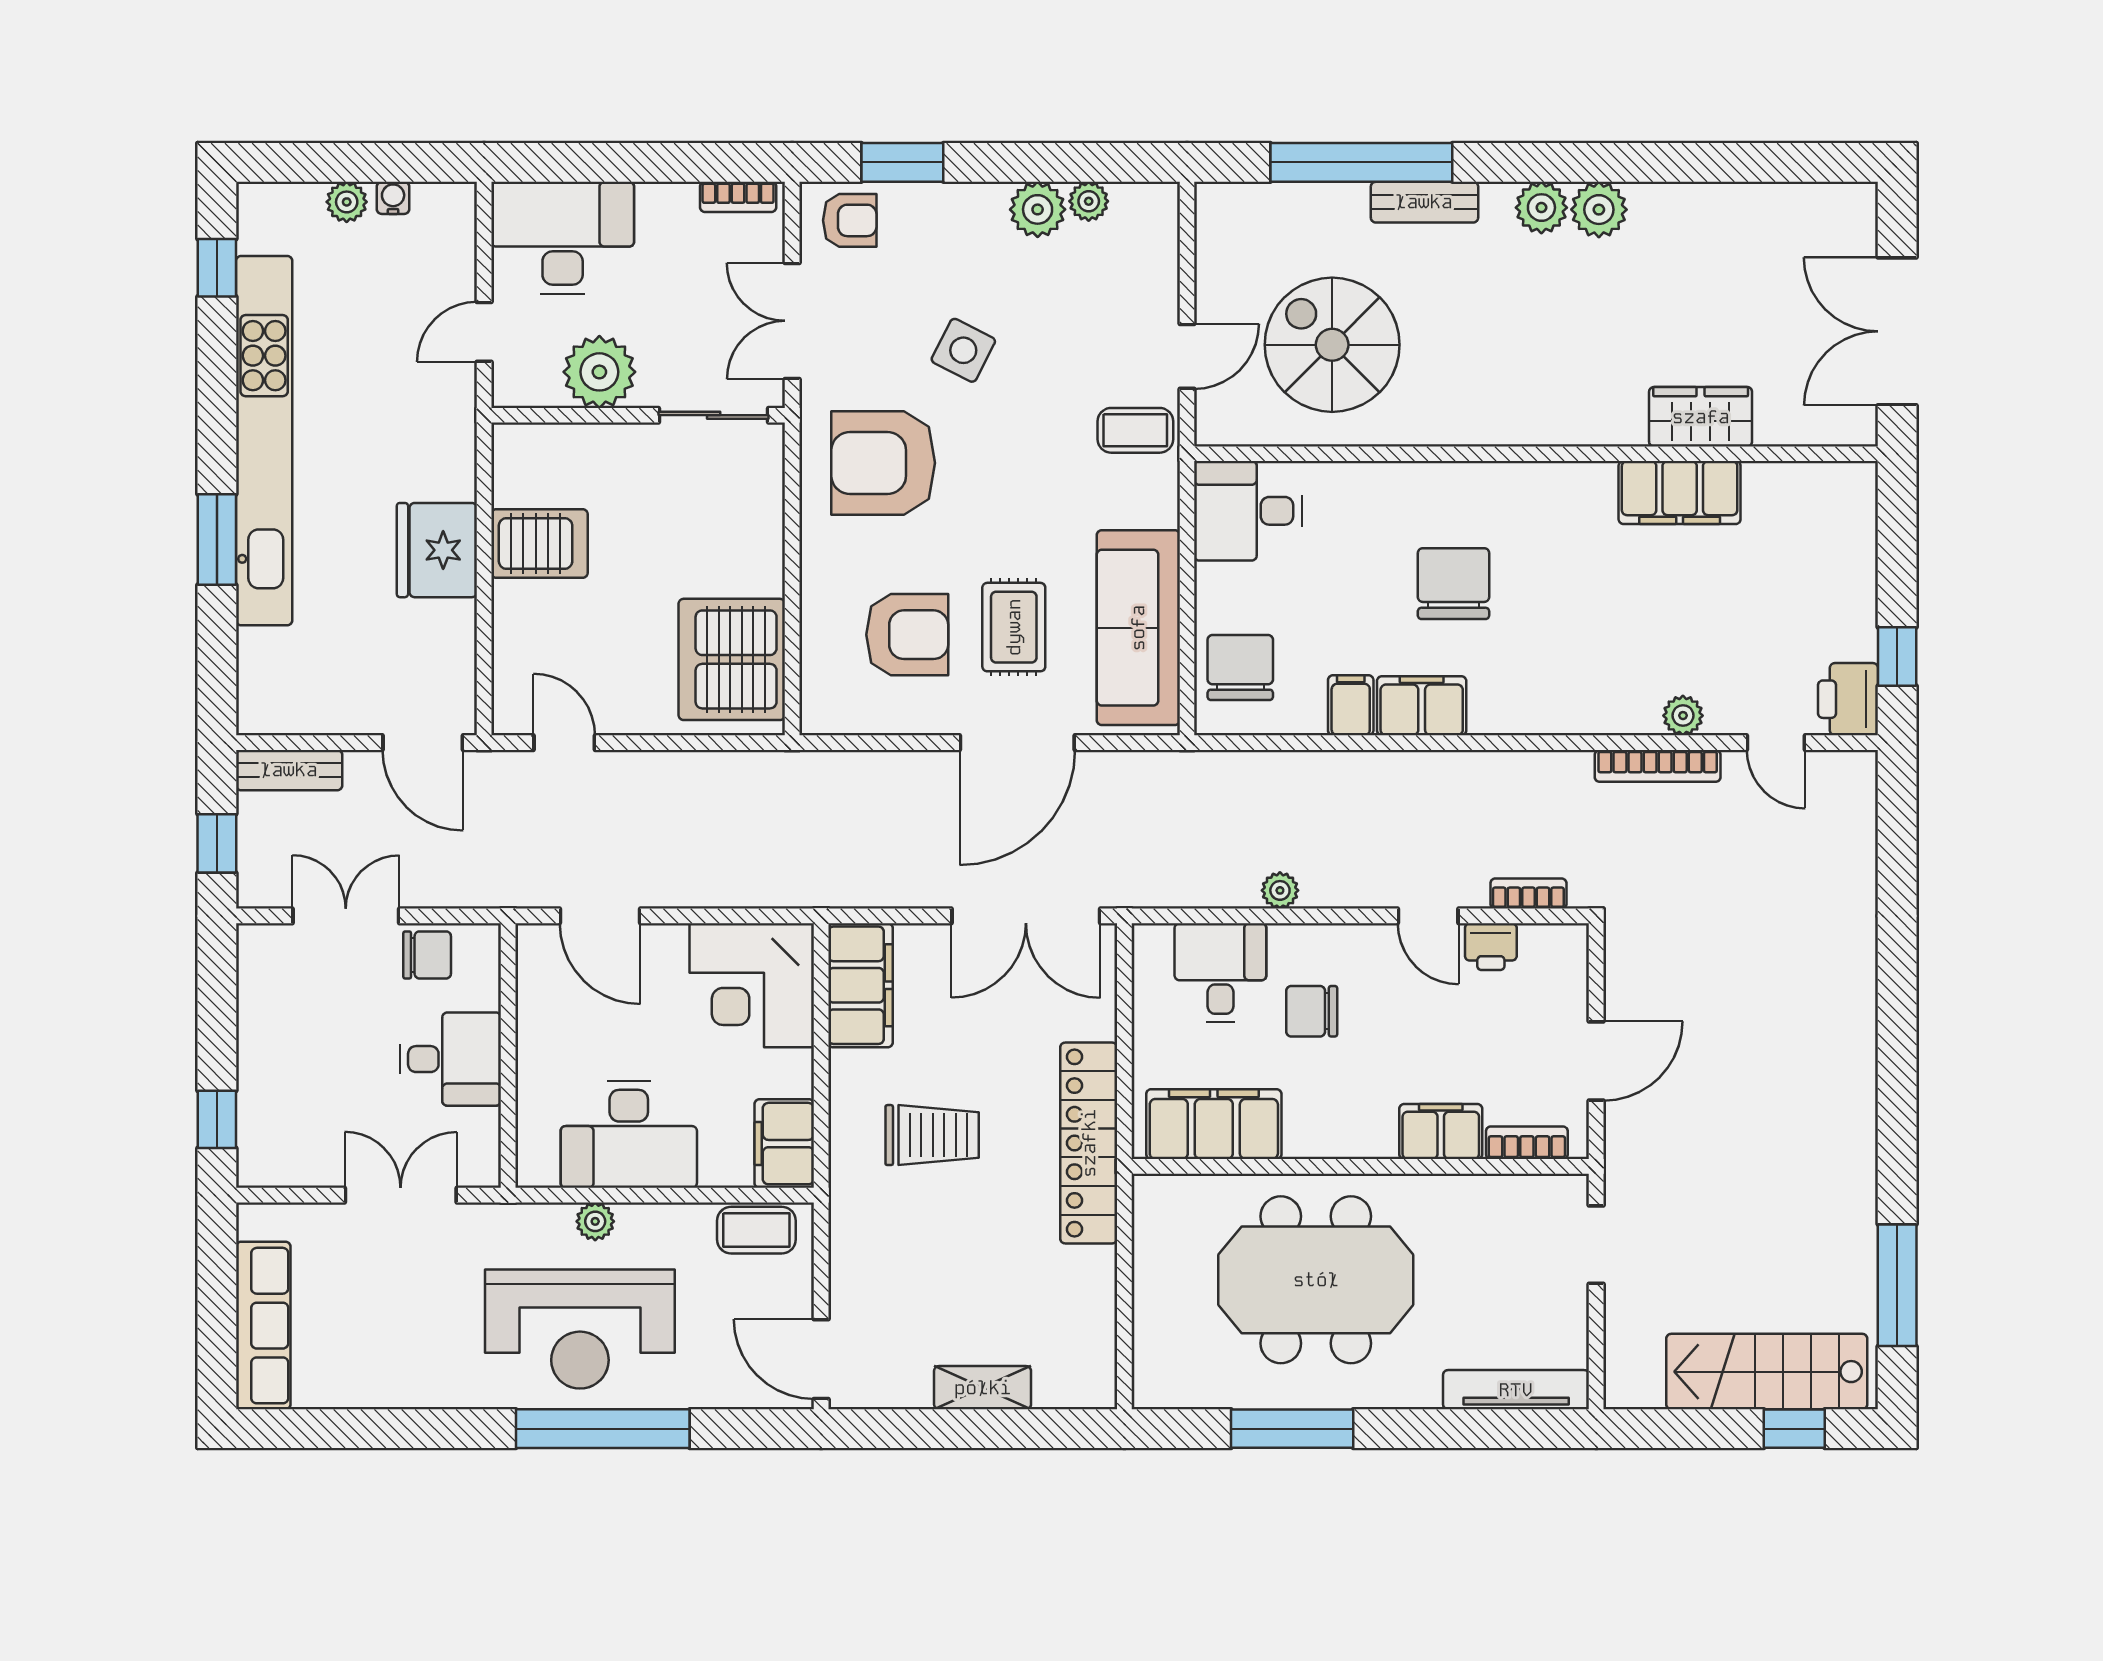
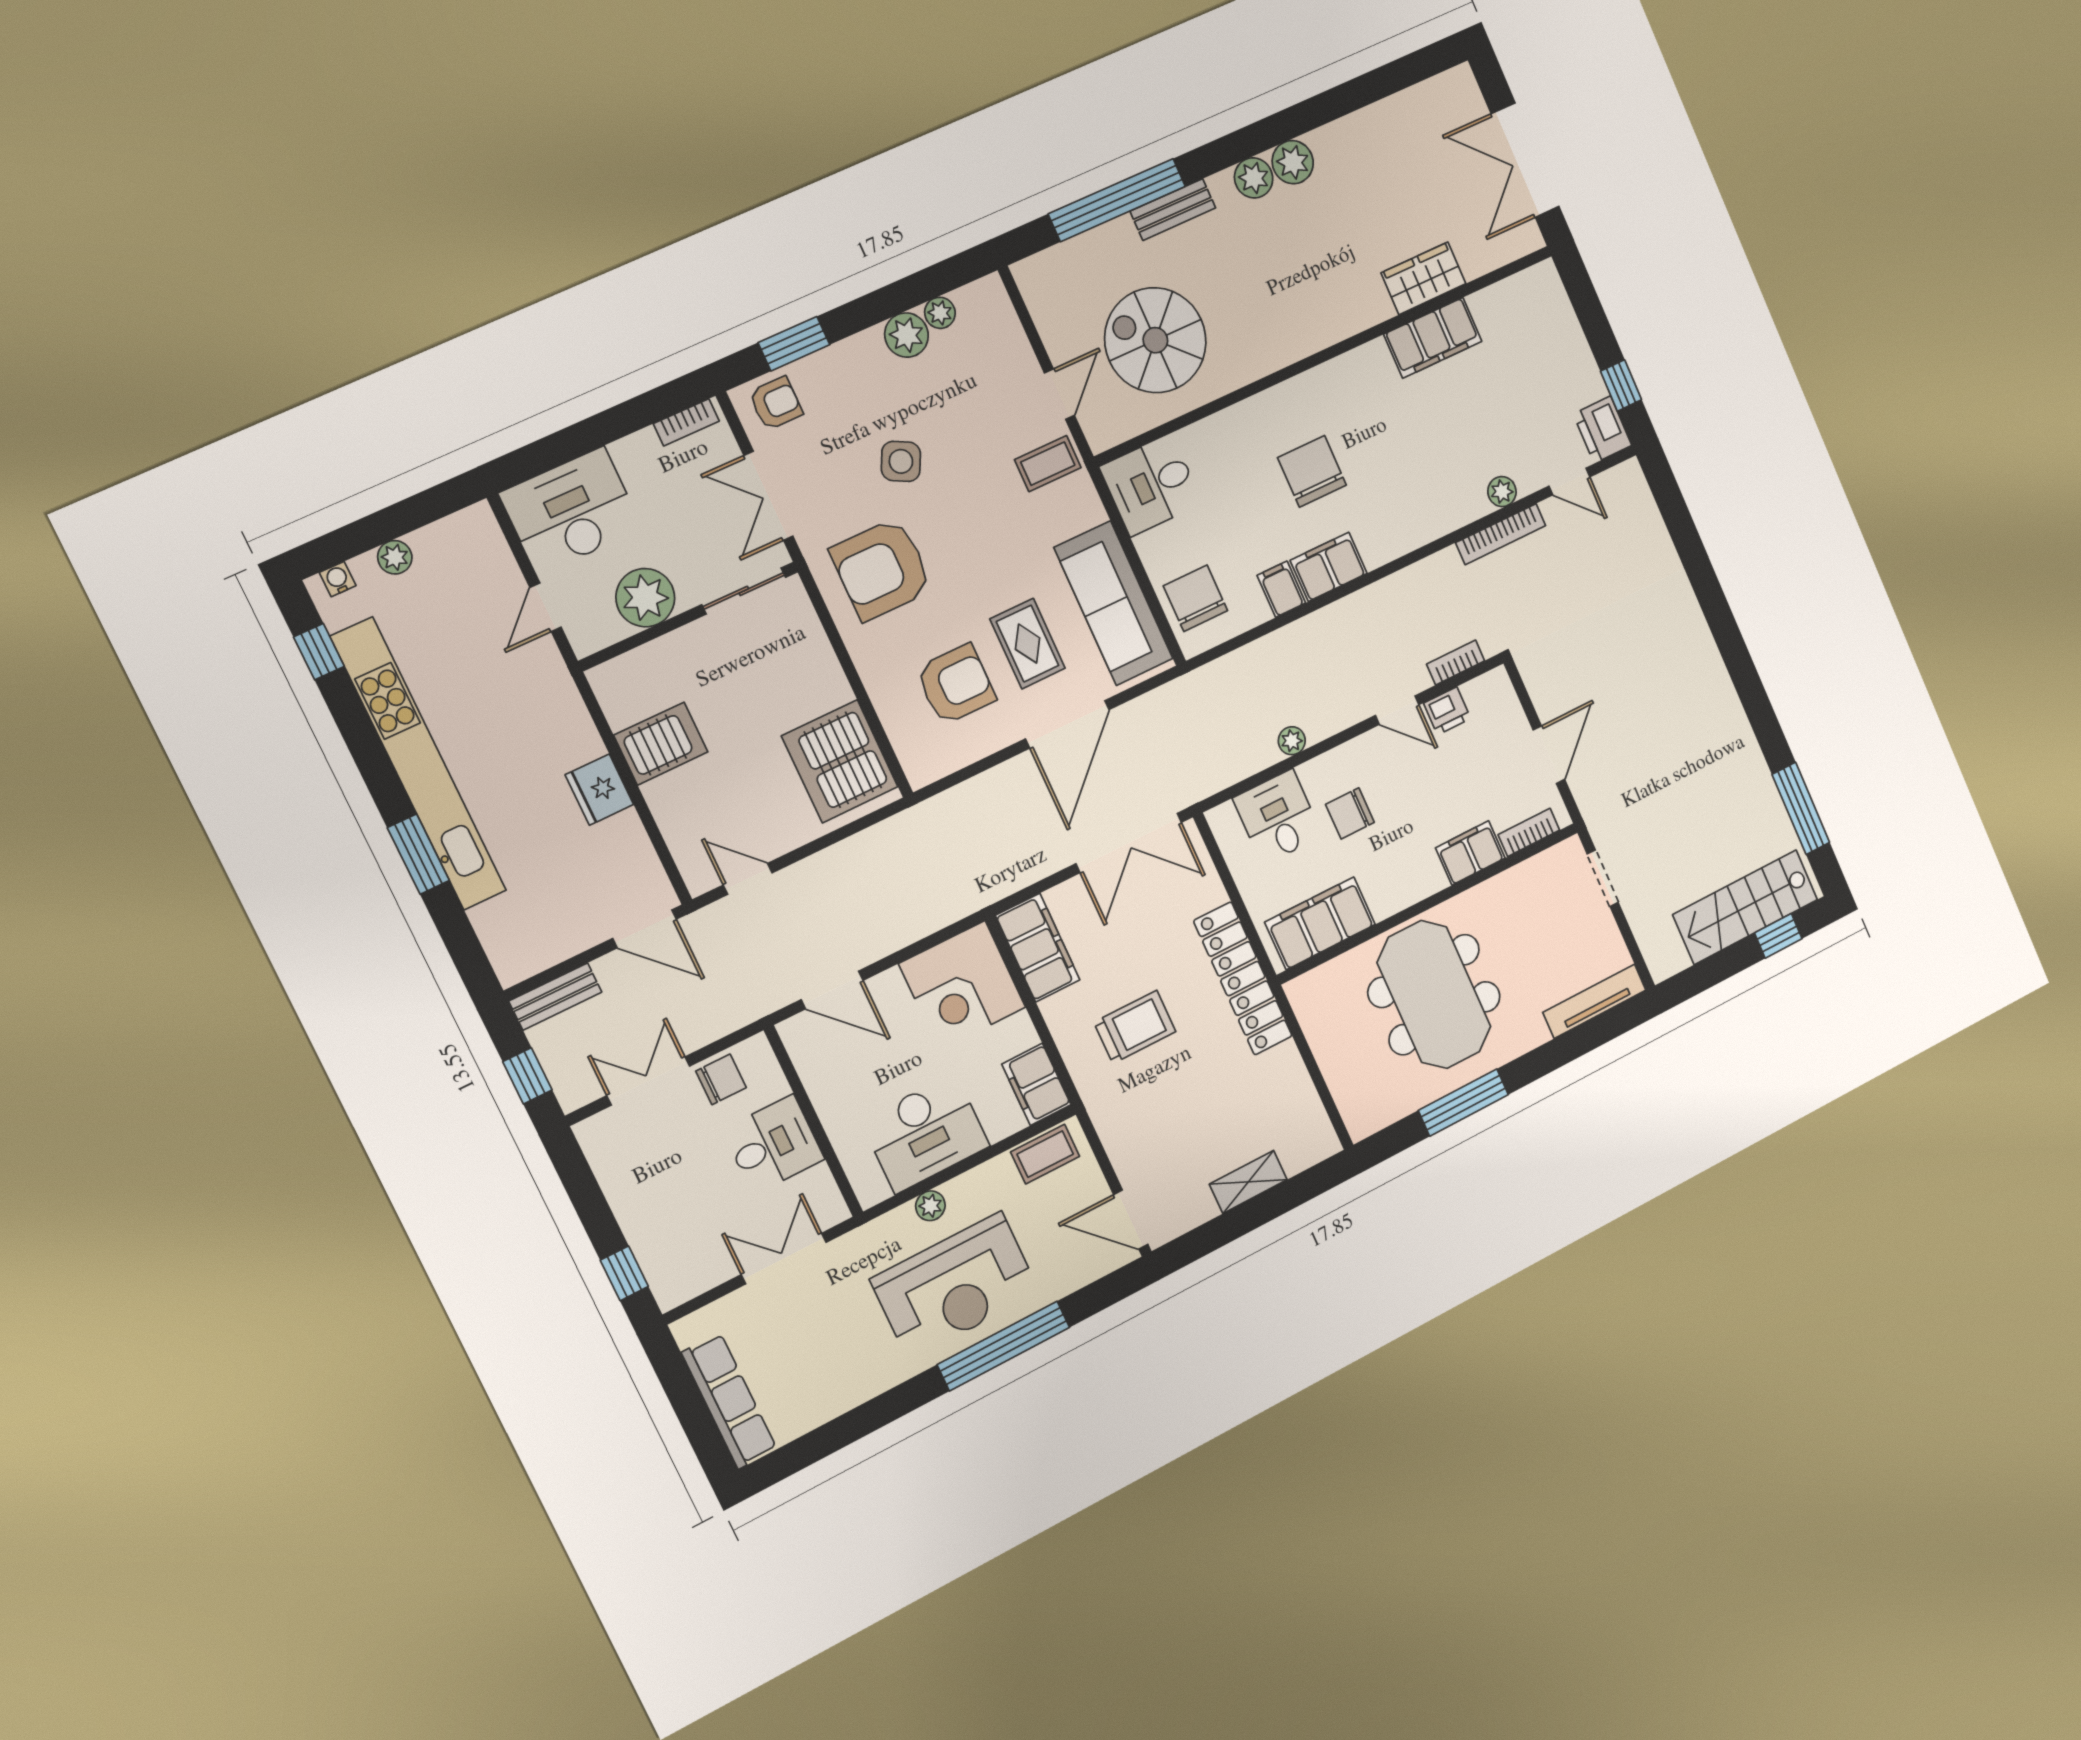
water cooler: (393, 198) -> (338, 579), moved
fridge: (437, 550) -> (599, 790), width x0.73, depth x0.75
meeting table: (1316, 1280) -> (1434, 995), turned 90

